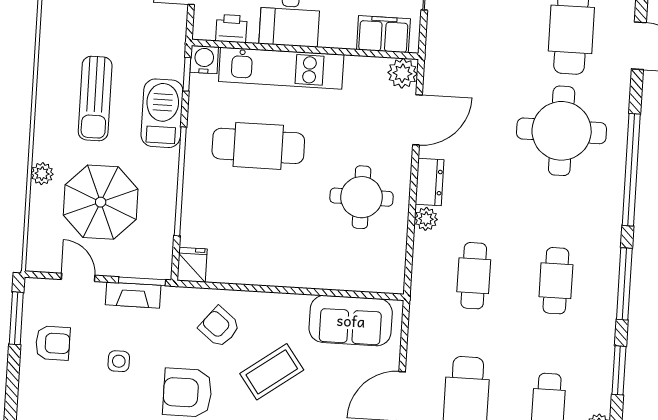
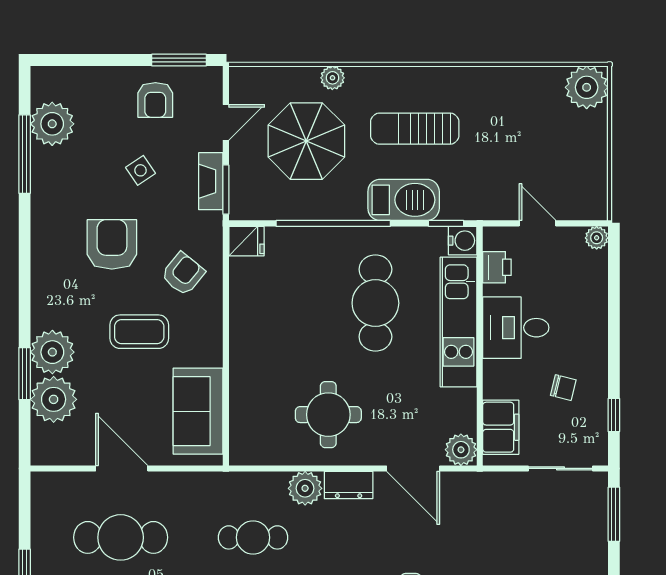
plant: (426, 219) -> (305, 488), width x1.38, depth x1.38
side table: (119, 361) -> (141, 170), turned -34
coffee table: (272, 372) -> (139, 332), turned -54

